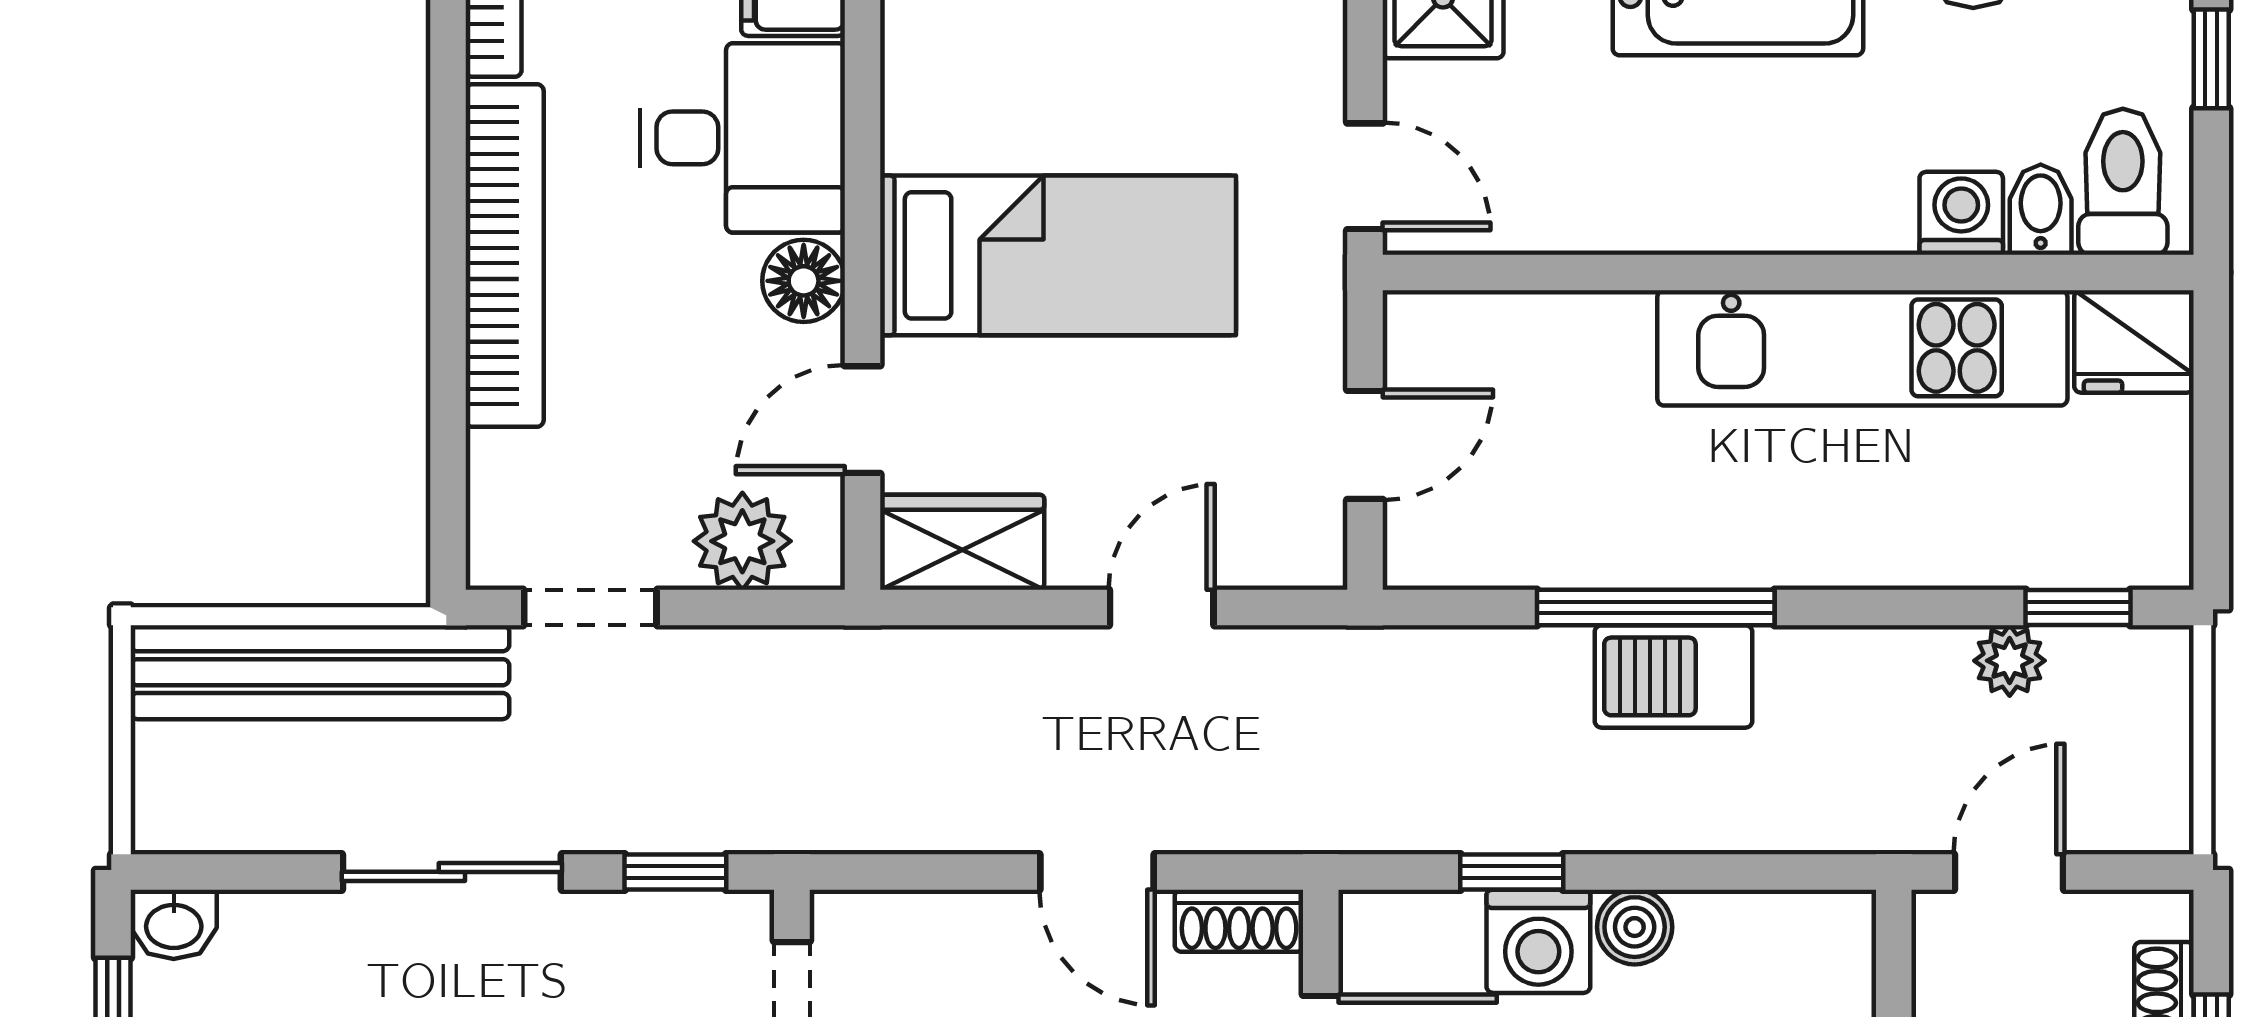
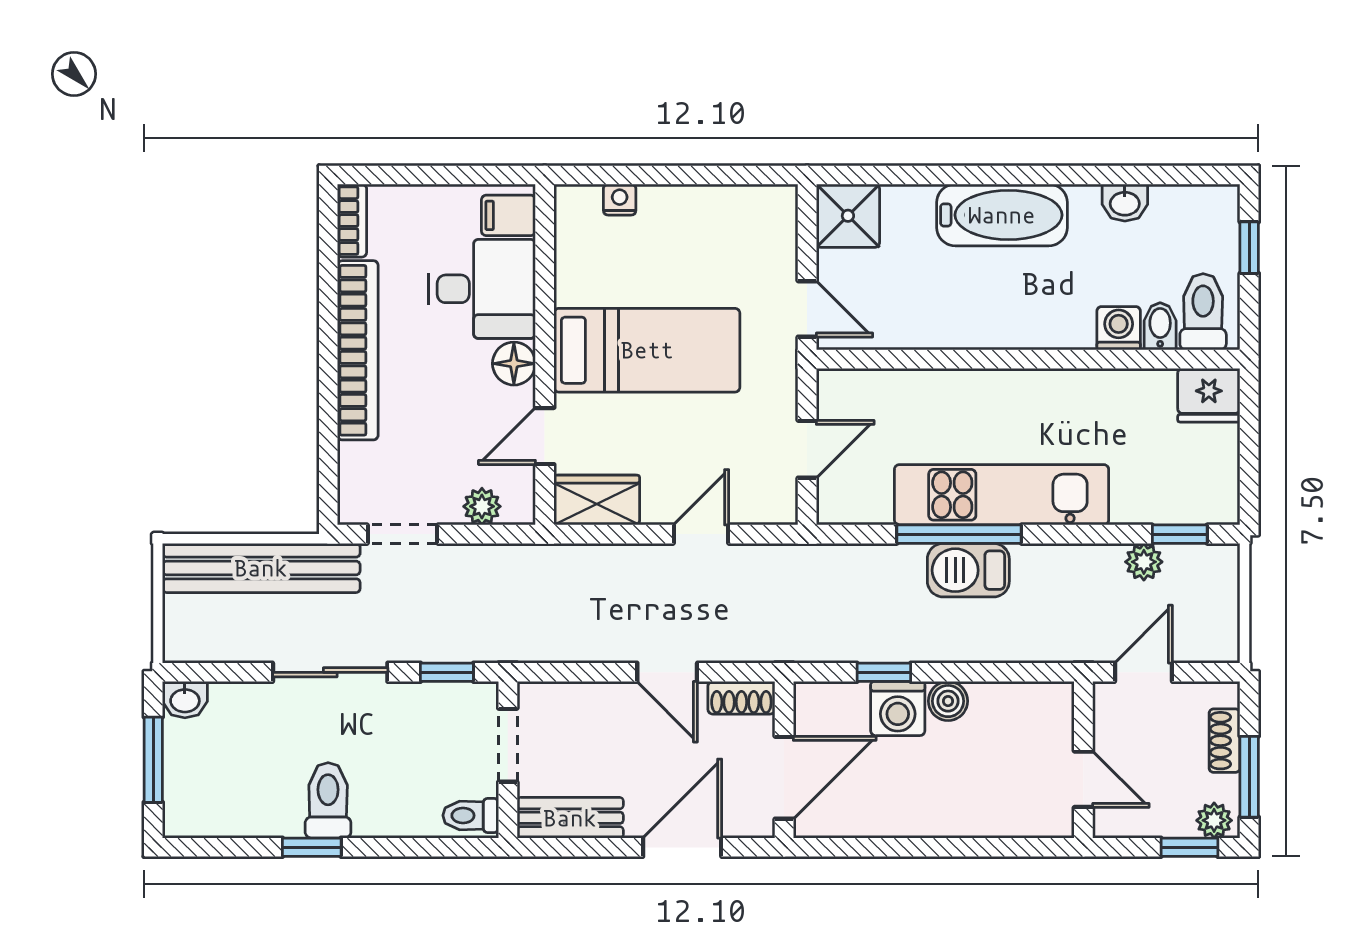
kitchen unit: (1862, 348) -> (1002, 495), moved, turned 180
plant: (742, 541) -> (482, 506), width x0.73, depth x0.73

